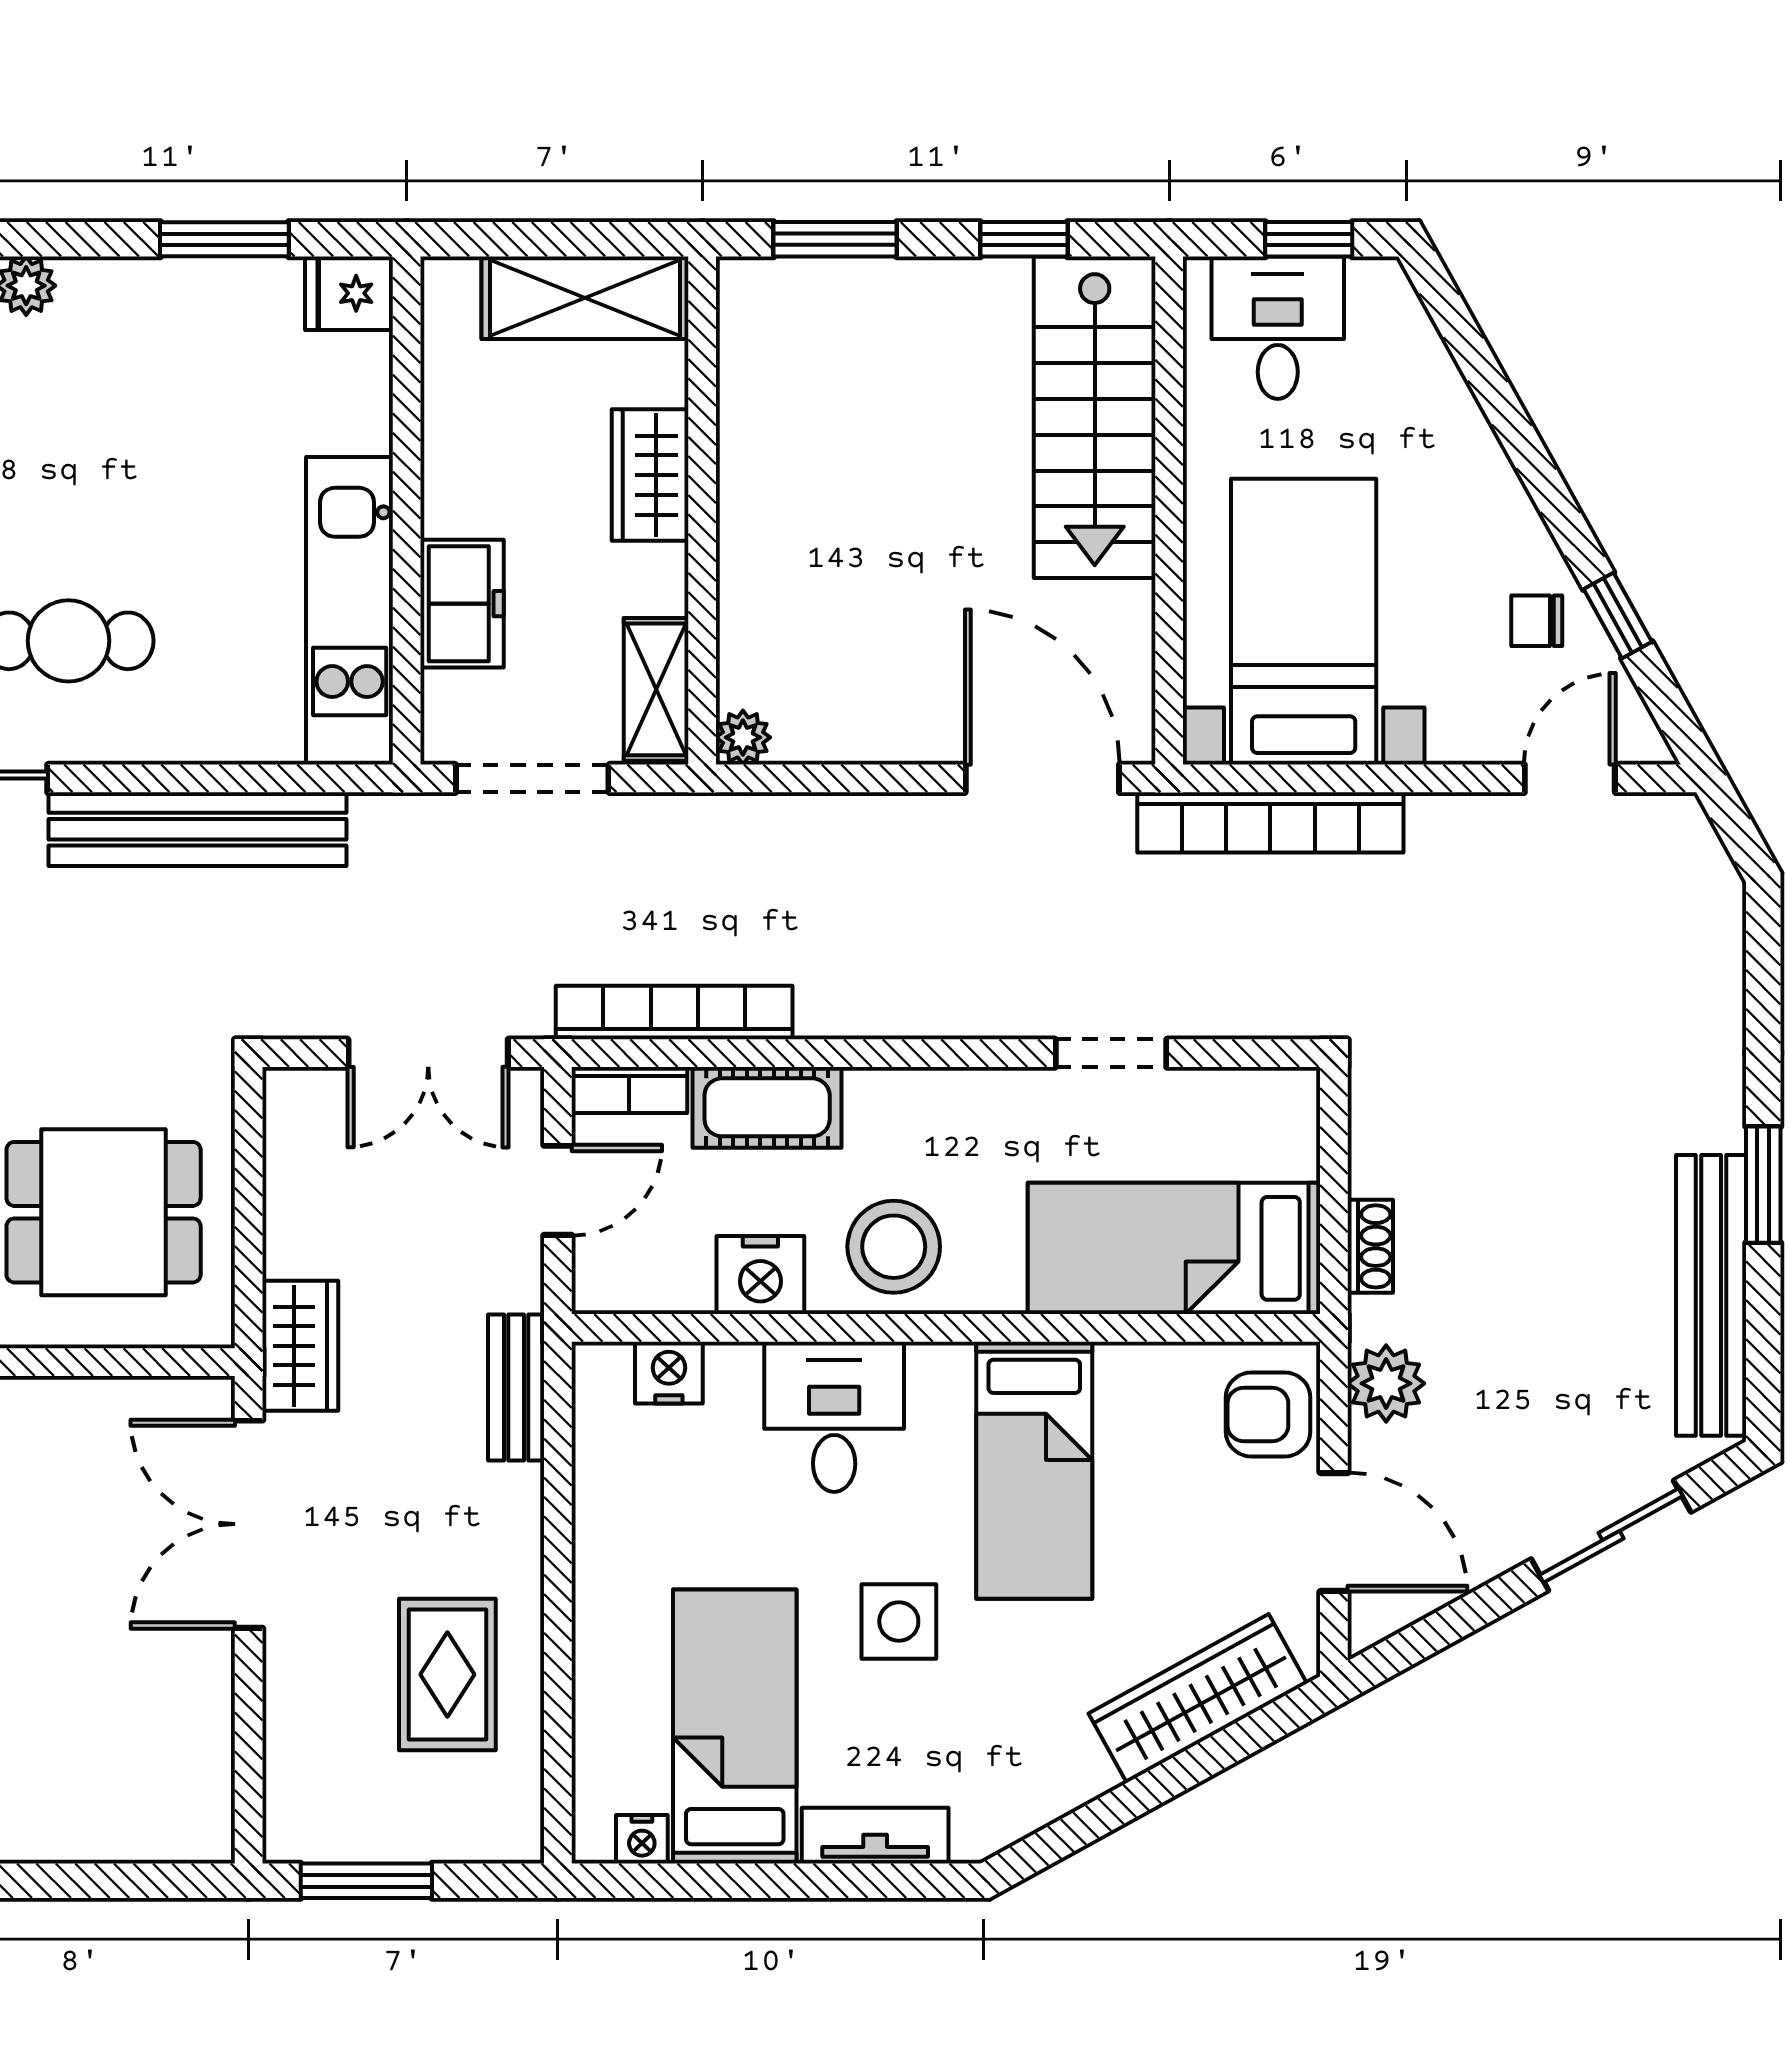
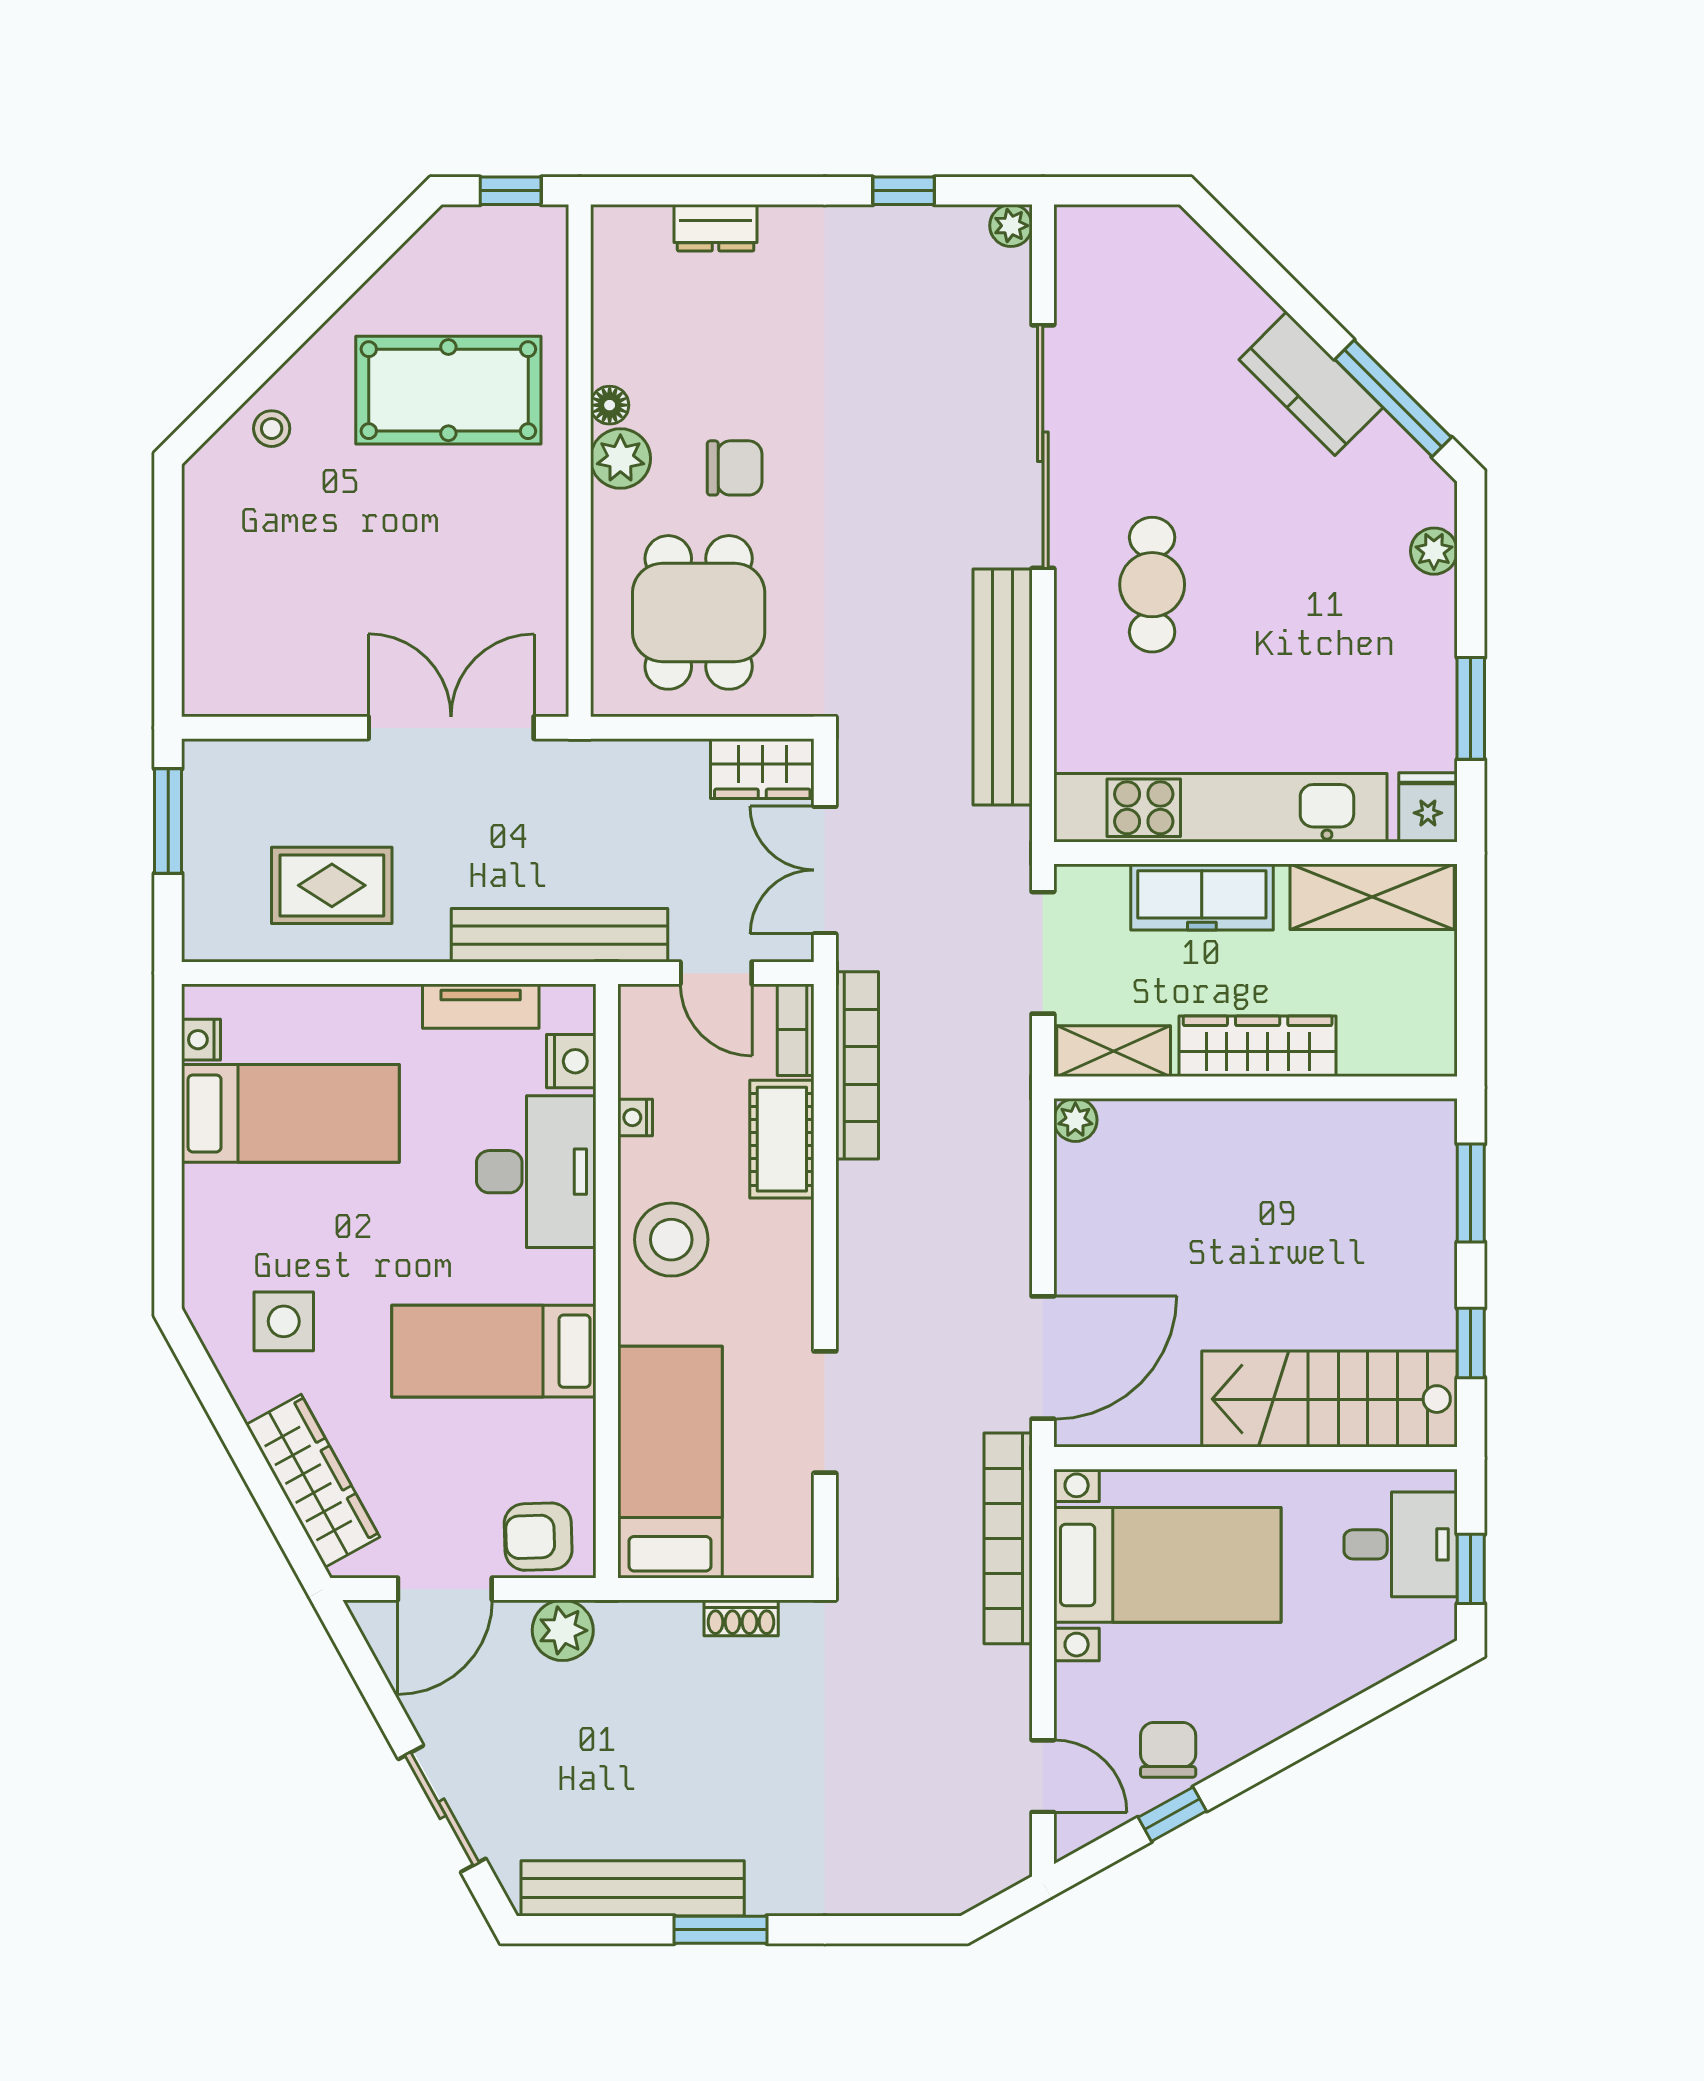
shelving: (585, 298) -> (1372, 897), moved, turned 90
wardrobe: (650, 475) -> (1258, 1046), width x1.50
freezer: (462, 604) -> (1202, 897), width x1.40
kitchen unit: (350, 611) -> (1220, 808), width x1.36
chair: (1537, 621) -> (1168, 1750), width x1.37, depth x1.37
doorway: (1111, 1053) -> (825, 1412), width x1.38
shoe rack: (1370, 1246) -> (741, 1618), moved
nightstand: (760, 1275) -> (635, 1117), width x0.53, depth x0.56
wardrobe: (300, 1346) -> (762, 769), moved
bench: (516, 1388) -> (560, 935), width x1.86, depth x1.21
armchair: (1268, 1414) -> (538, 1537), turned -92
desk: (834, 1417) -> (536, 1172), width x1.37
side table: (899, 1621) -> (284, 1321), moved
tv unit: (875, 1836) -> (481, 1006), moved, turned 90

